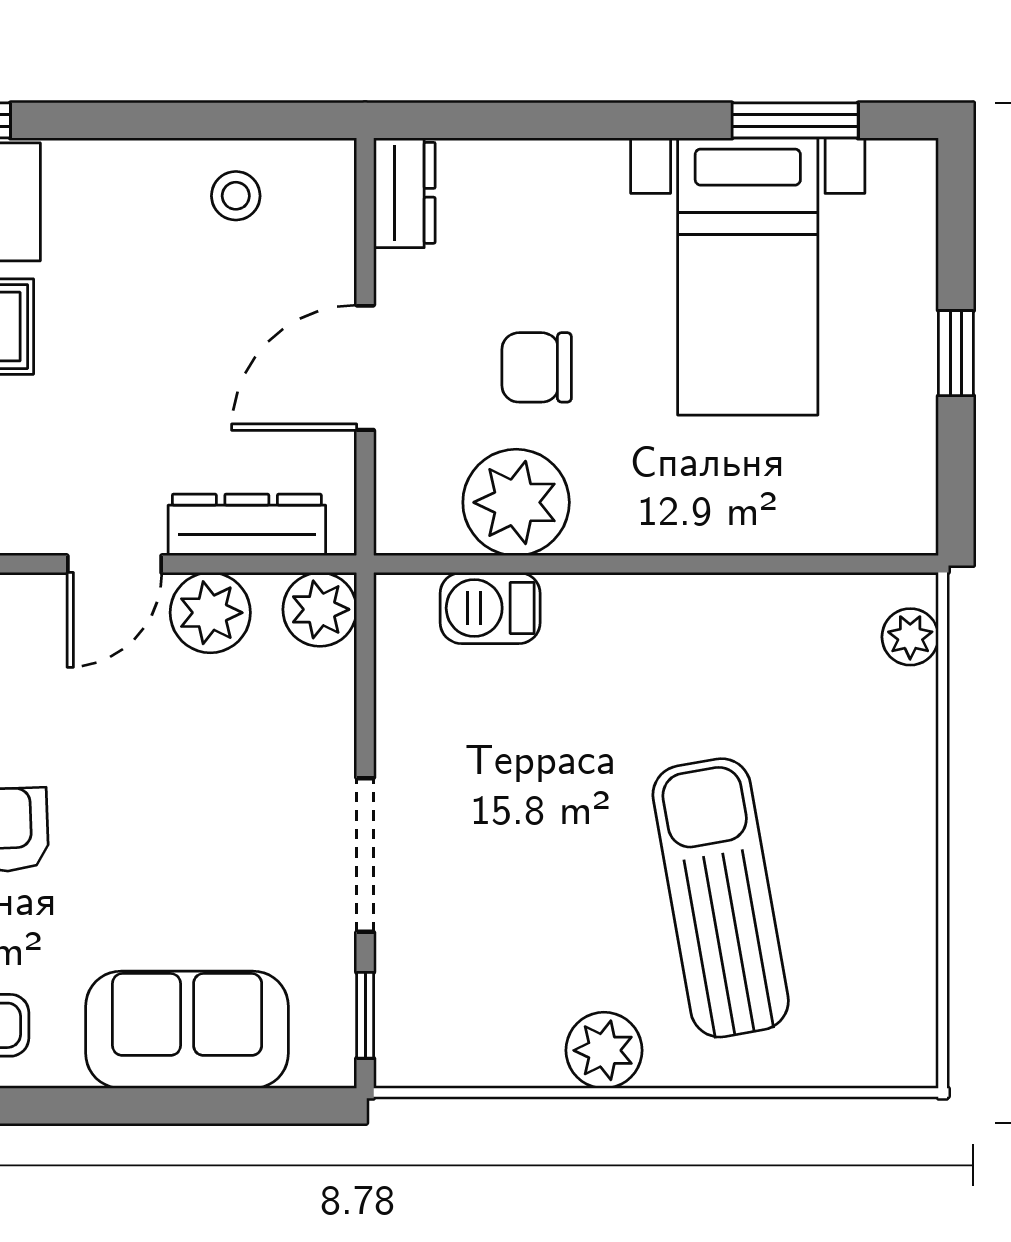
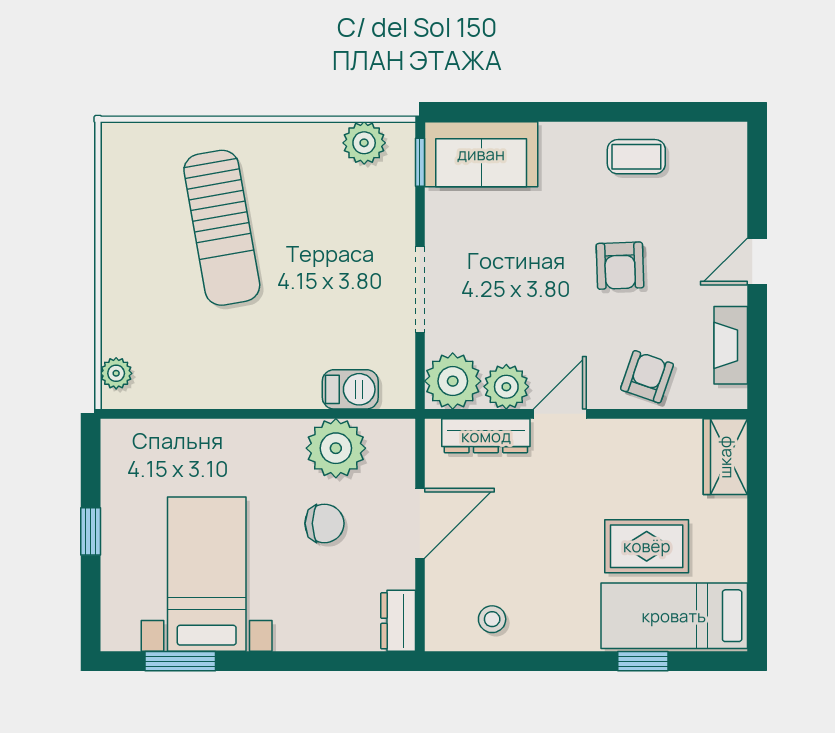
plant: (320, 609) -> (453, 381), width x1.36, depth x1.36
doorway: (365, 855) -> (420, 289), moved
sofa: (187, 1030) -> (481, 154), moved
plant: (604, 1050) -> (364, 143), moved

